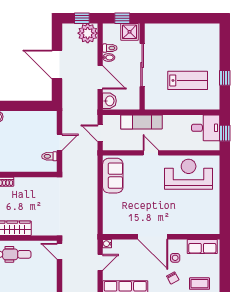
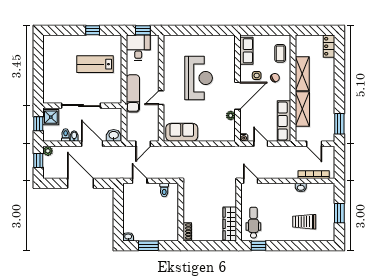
plant: (88, 33) -> (48, 151), width x0.53, depth x0.53
door: (57, 64) -> (80, 183), swing flipped
door: (100, 77) -> (92, 144), hinge flipped
lab bench: (188, 80) -> (95, 64), turned -90
exam couch: (141, 122) -> (133, 93), moved
door: (60, 142) -> (140, 181), moved
reception desk: (189, 174) -> (199, 78), moved, turned 180
plant: (131, 229) -> (231, 116), added
door: (60, 251) -> (251, 181), swing flipped

